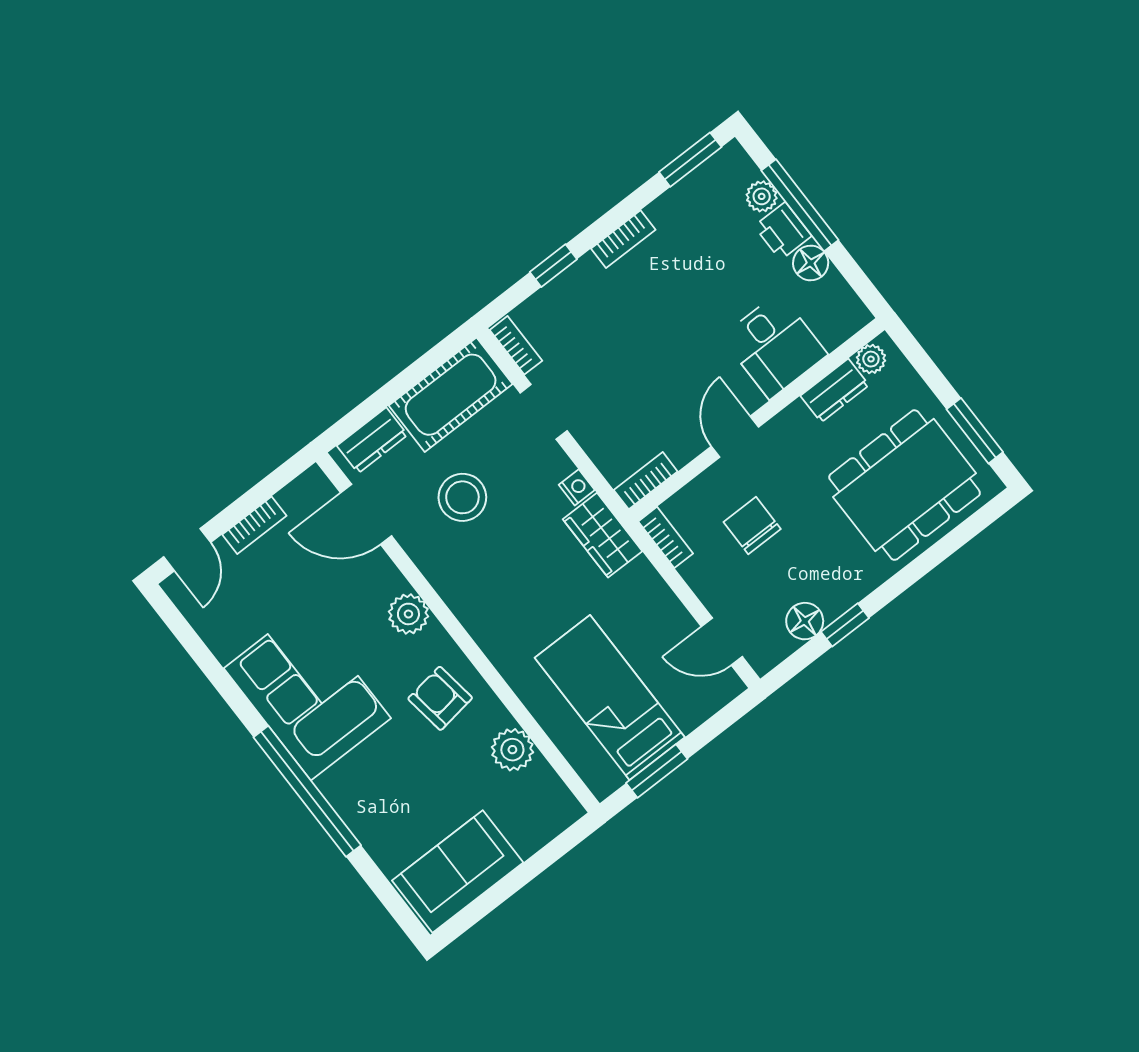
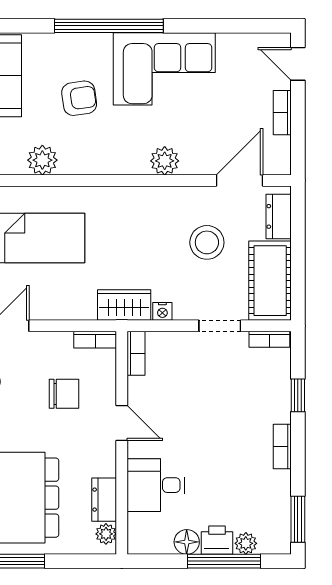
armchair: (440, 698) -> (79, 98), moved

